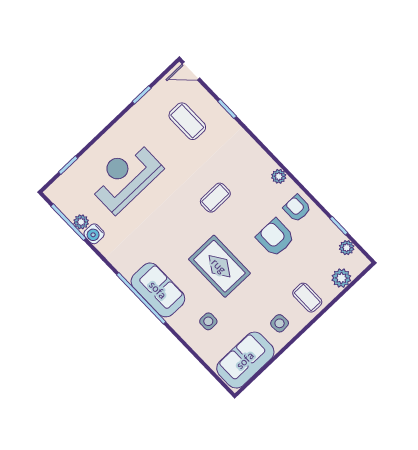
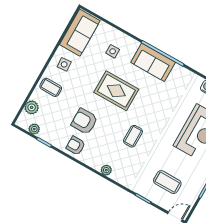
plant: (279, 176) -> (106, 170), moved
armchair: (297, 208) -> (76, 146), turned 180
armchair: (275, 238) -> (84, 121), turned 180

